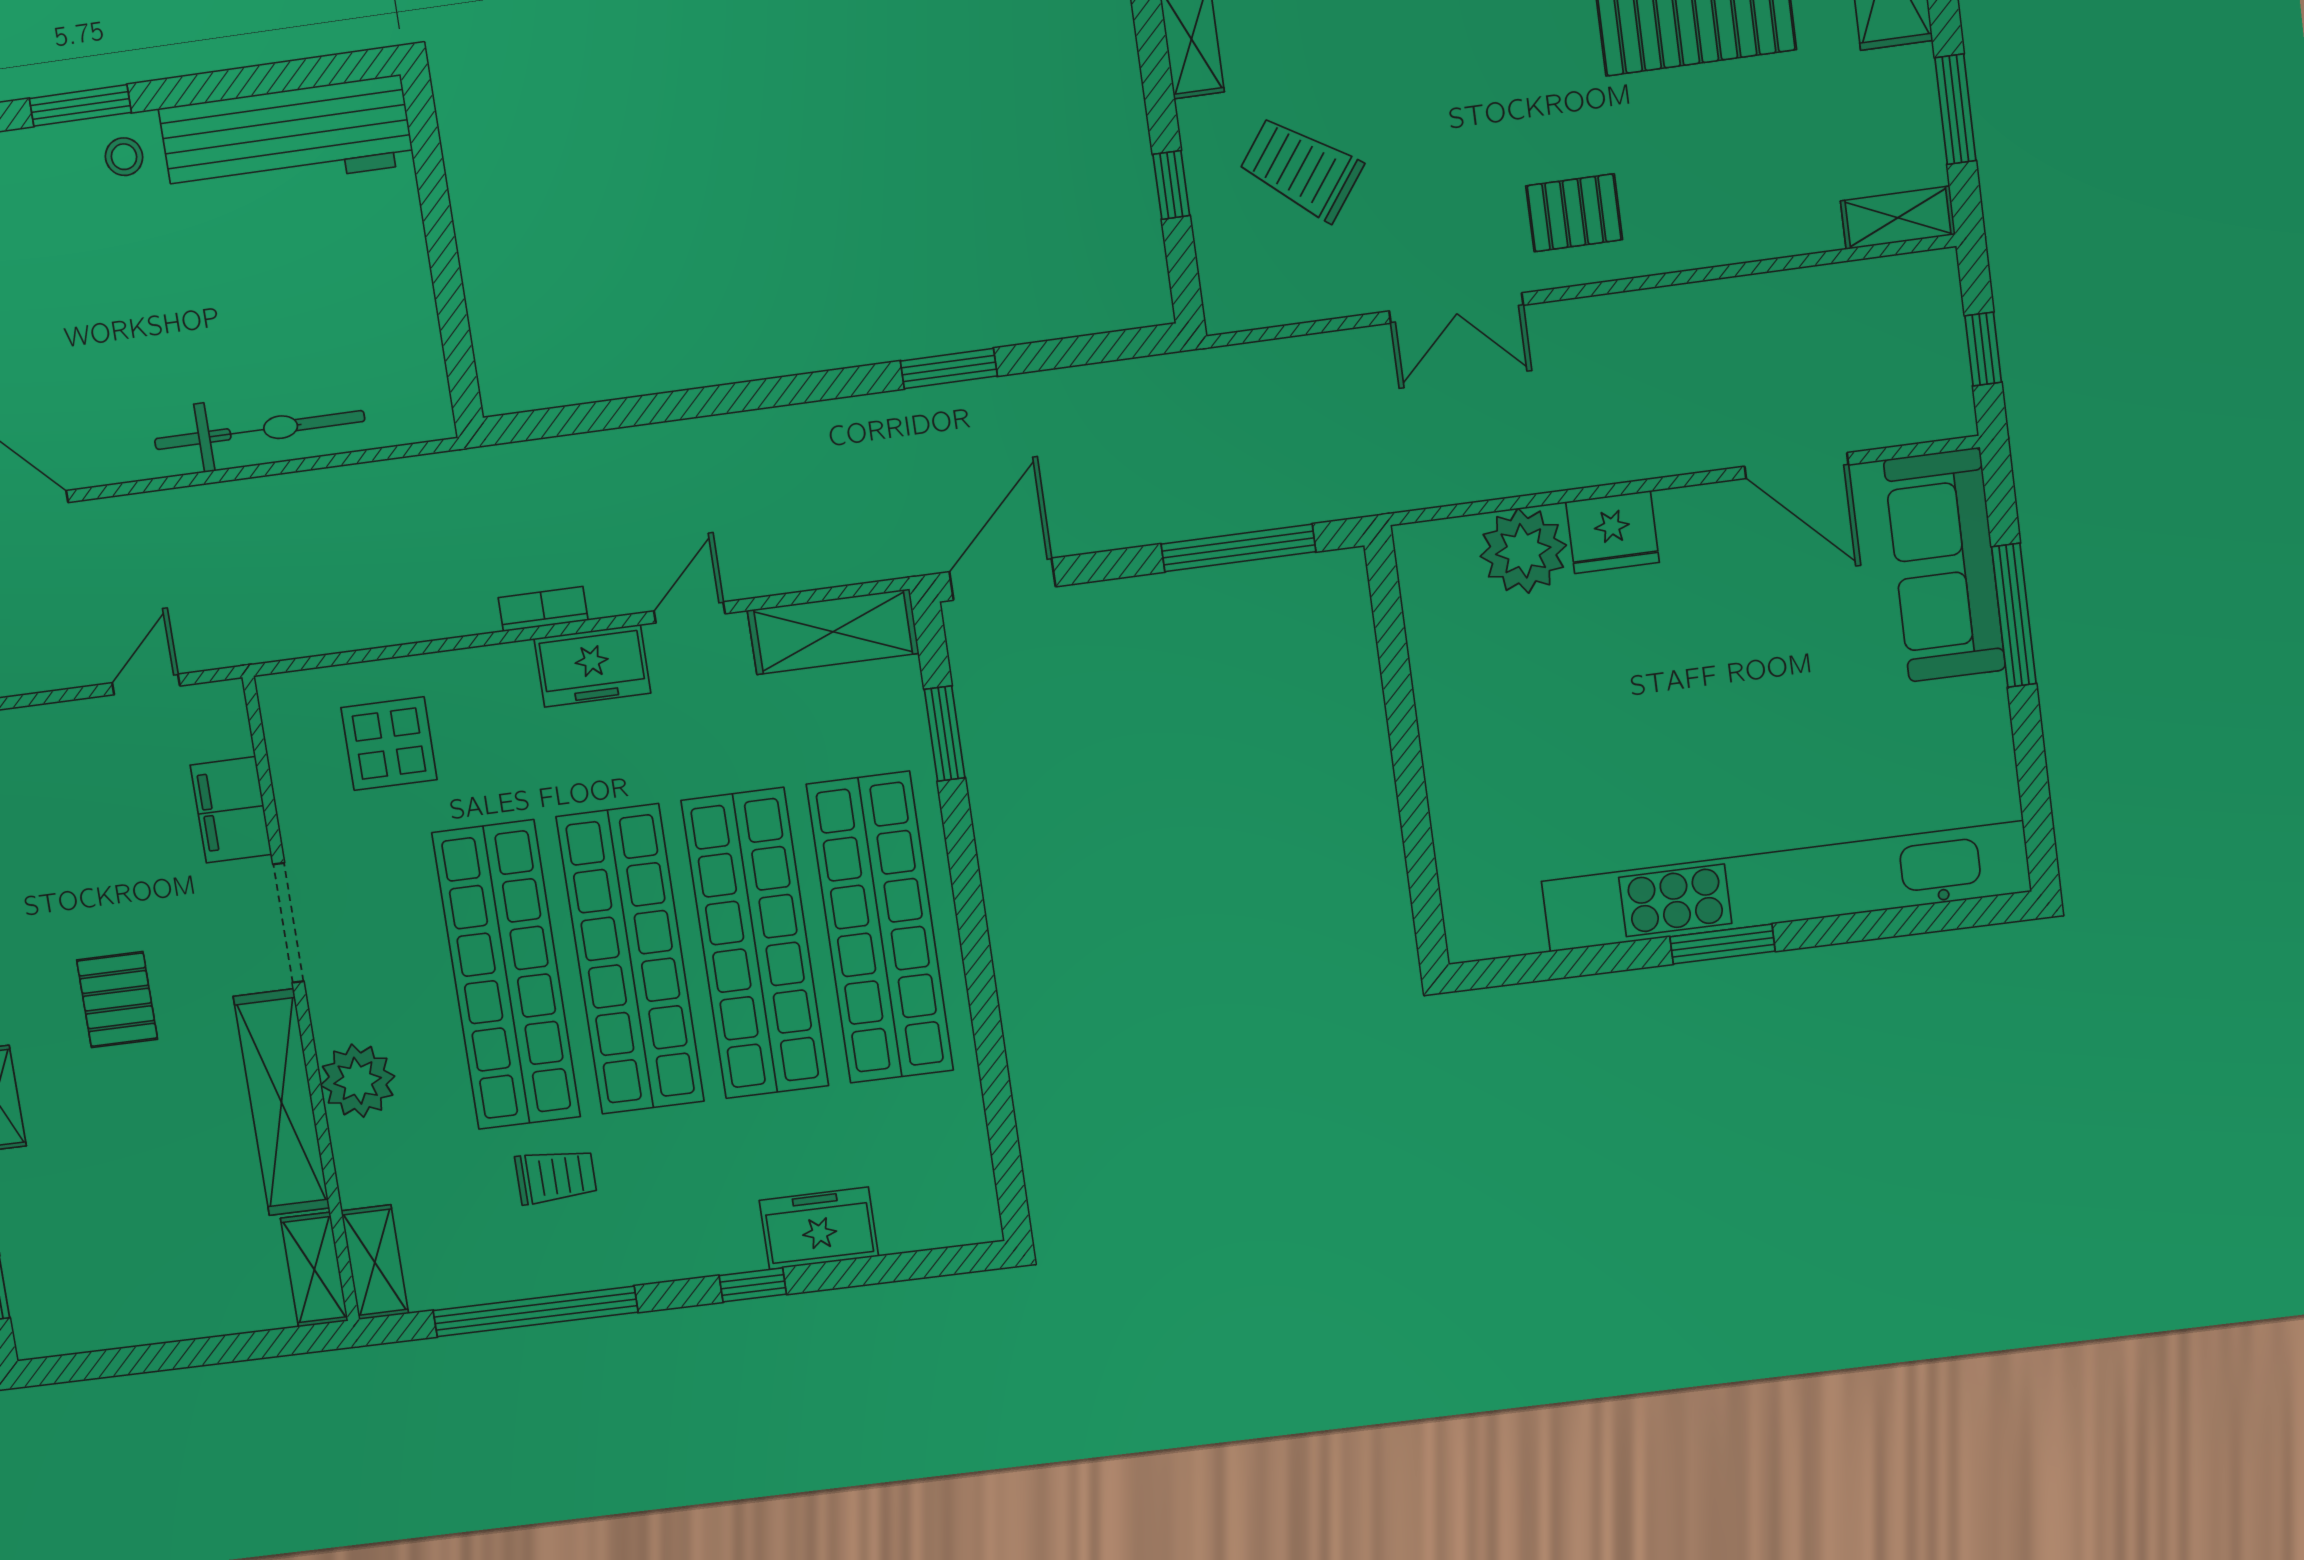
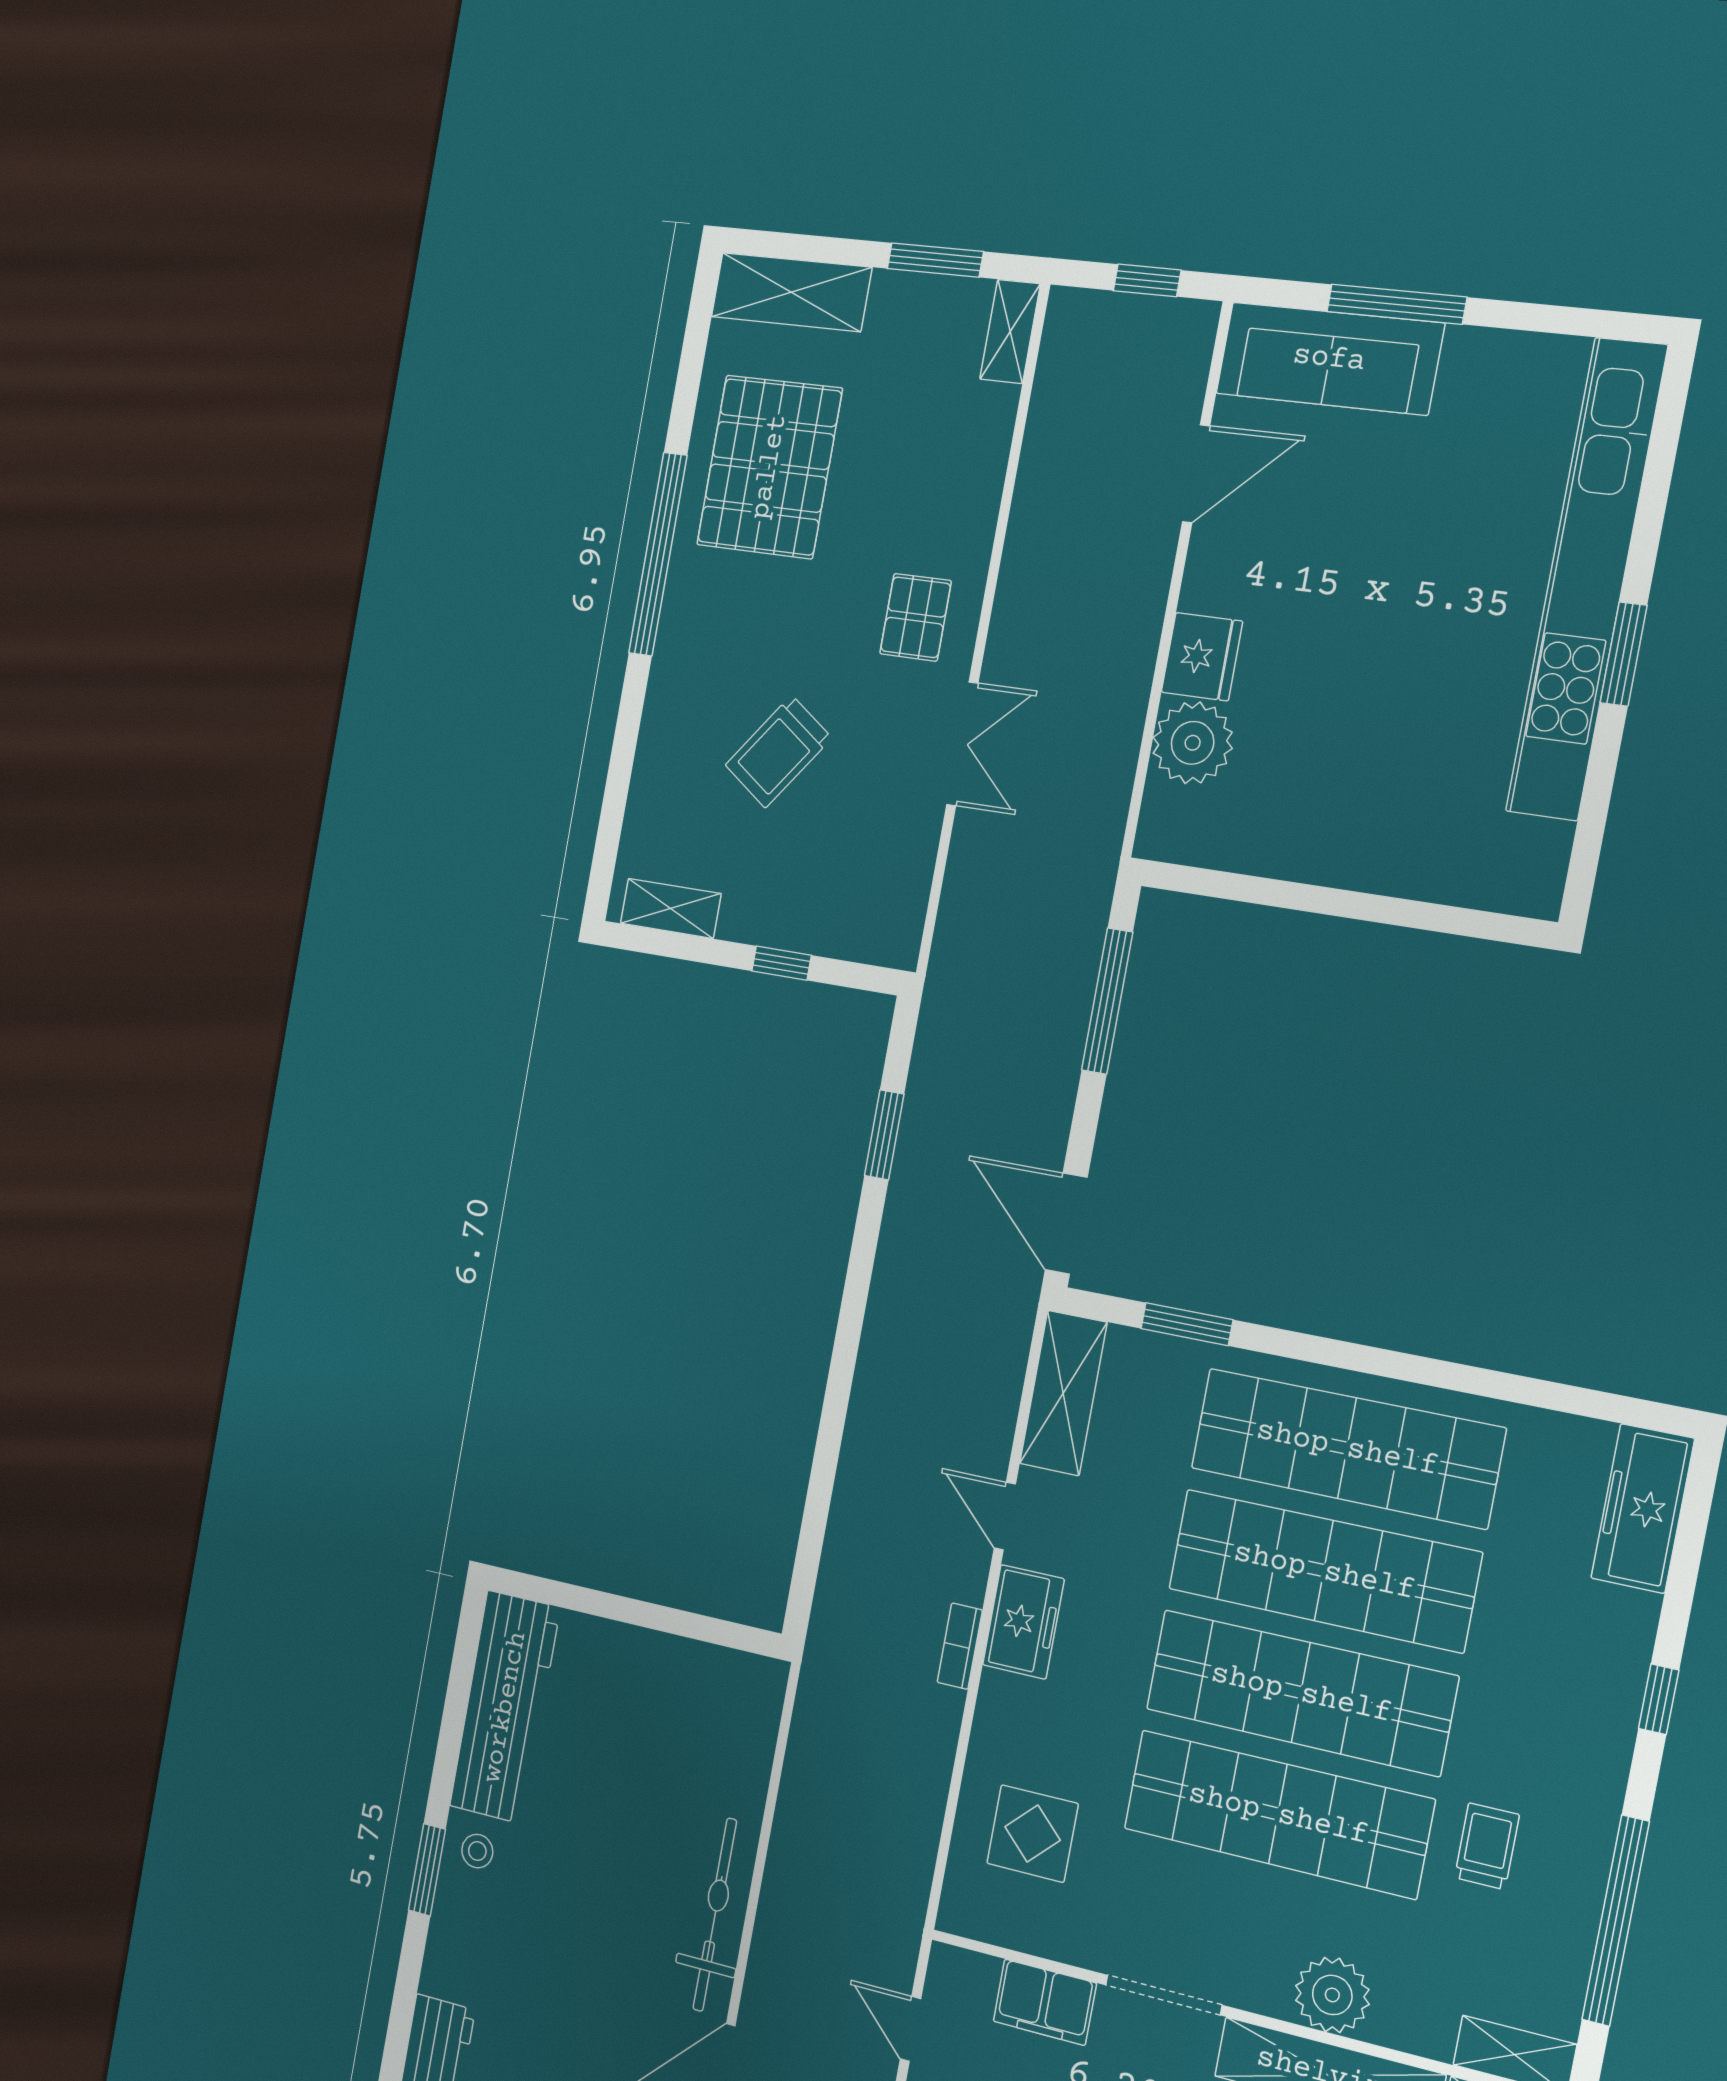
trolley: (1301, 169) -> (778, 752), moved
window: (949, 368) -> (884, 1135), moved
bicycle: (260, 430) -> (715, 1915), moved
freezer: (819, 1228) -> (1643, 1508), moved, width x1.40

